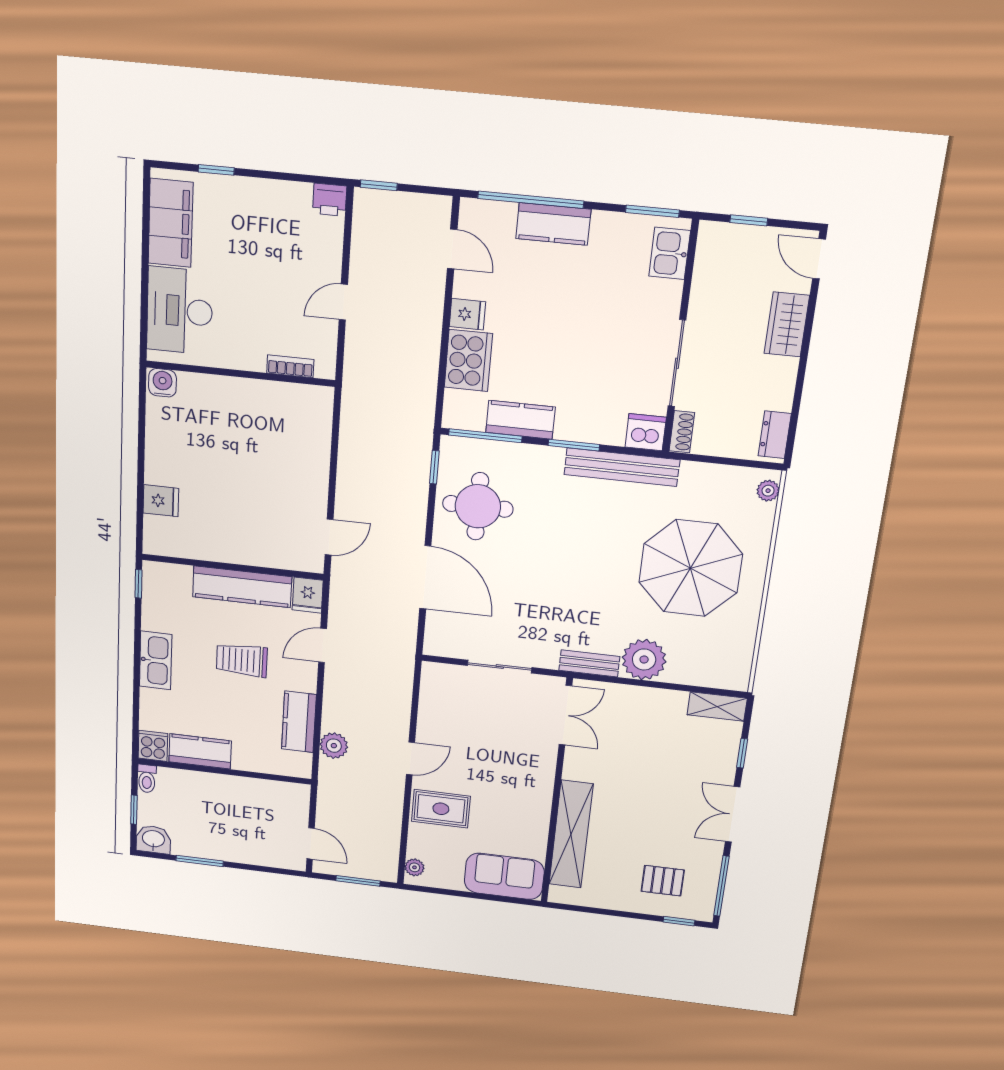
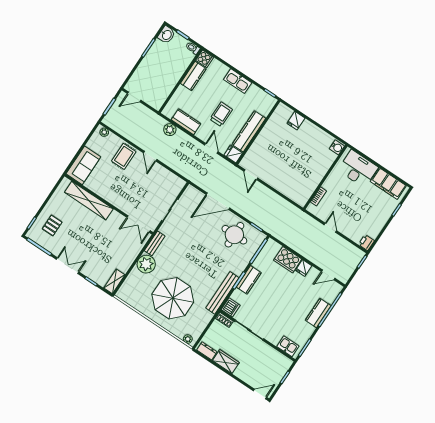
wardrobe: (787, 324) -> (226, 361), moved
kitchen counter: (520, 420) -> (249, 280), moved

